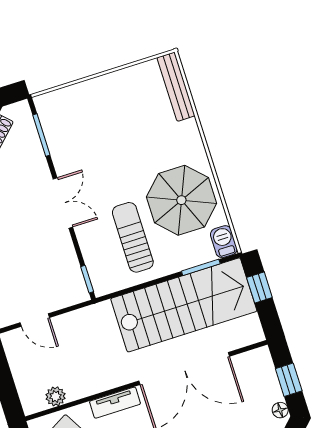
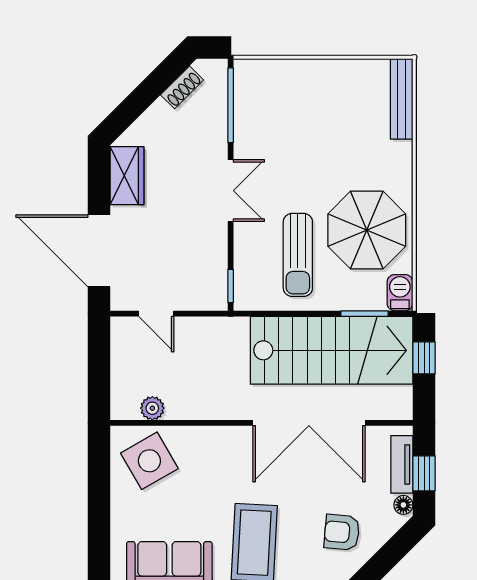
window: (41, 135) -> (231, 105), width x1.44
sun lounger: (133, 237) -> (298, 255), turned 180
tv unit: (115, 403) -> (402, 464), moved, turned 90

